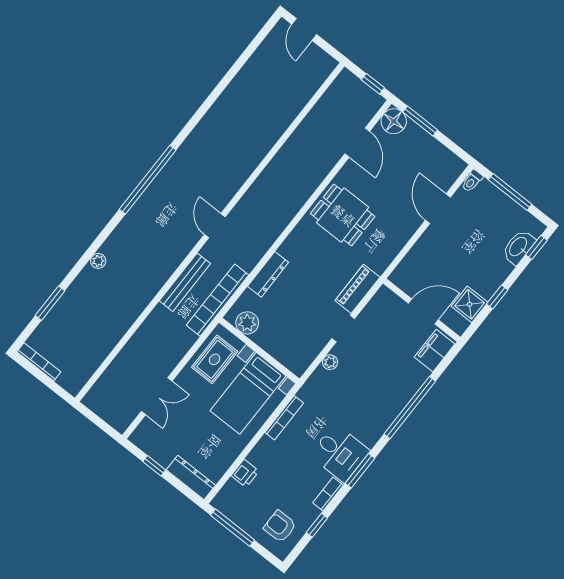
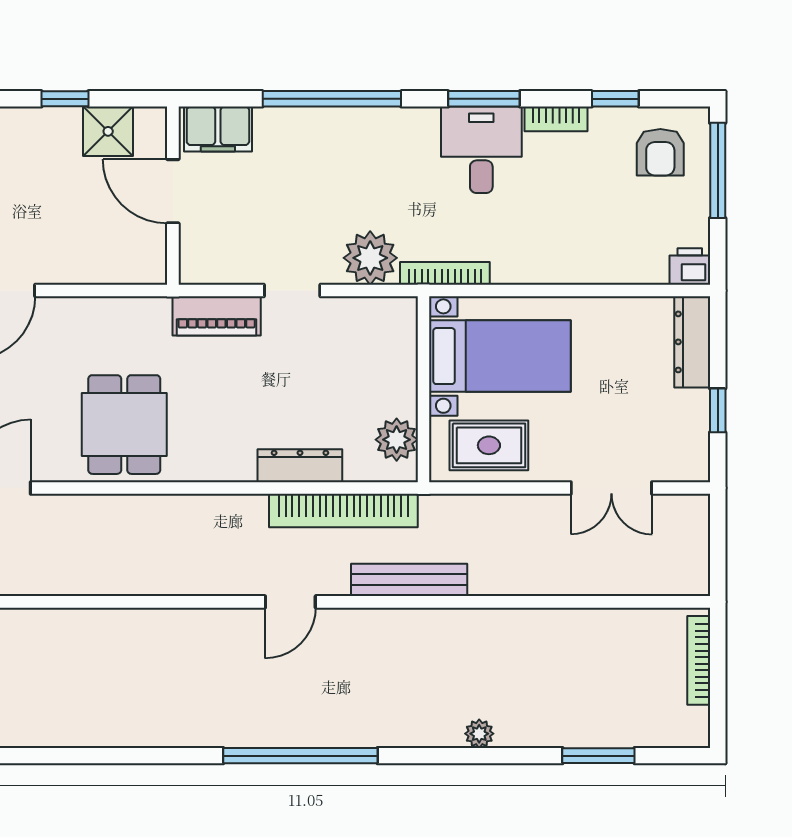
bookcase: (217, 300) -> (343, 511), moved
bookcase: (39, 362) -> (699, 660), moved
plant: (330, 362) -> (370, 258), width x1.88, depth x1.88
double door: (157, 396) -> (611, 488), swing flipped
bookcase: (284, 418) -> (445, 273), moved
printer: (245, 473) -> (690, 266), moved
window: (233, 528) -> (718, 170), moved

